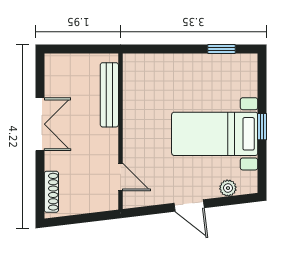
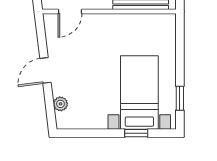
window: (262, 127) -> (136, 133), moved
bed with nightstands: (215, 134) -> (139, 92), moved

